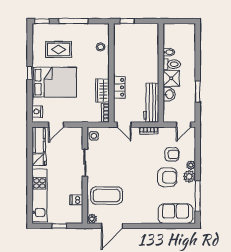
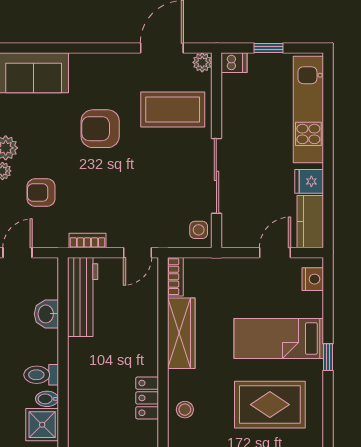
rug: (58, 49) -> (270, 405), width x1.36, depth x1.43
shower: (171, 78) -> (42, 425), moved
bed: (54, 82) -> (279, 339), width x0.67
locker: (119, 87) -> (147, 398), moved
wardrobe: (102, 91) -> (181, 333), width x1.50
door: (124, 125) -> (138, 253), swing flipped
sliding door: (85, 163) -> (216, 176), width x1.37
armchair: (167, 177) -> (100, 129), moved
dishwasher: (76, 200) -> (234, 63), moved

